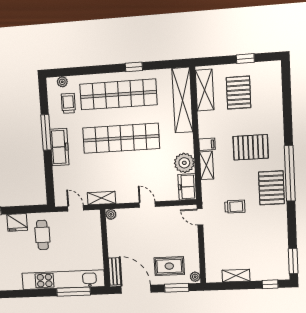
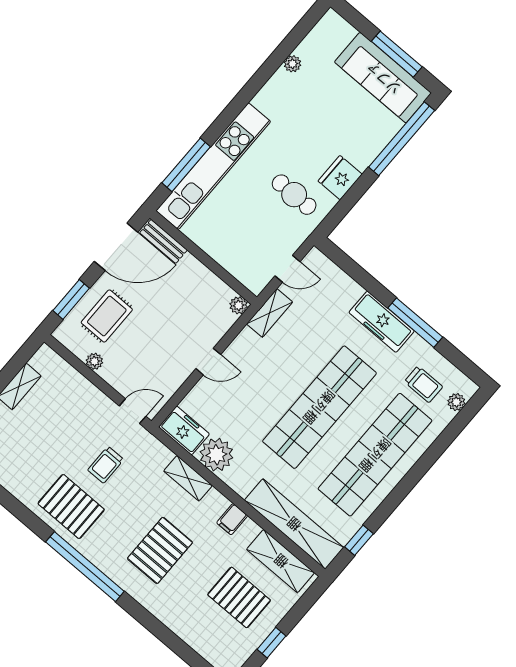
window: (134, 67) -> (359, 540), moved
filing cabinet: (207, 144) -> (232, 519), moved
pallet: (271, 188) -> (71, 507), moved
plant: (195, 277) -> (94, 361), moved

